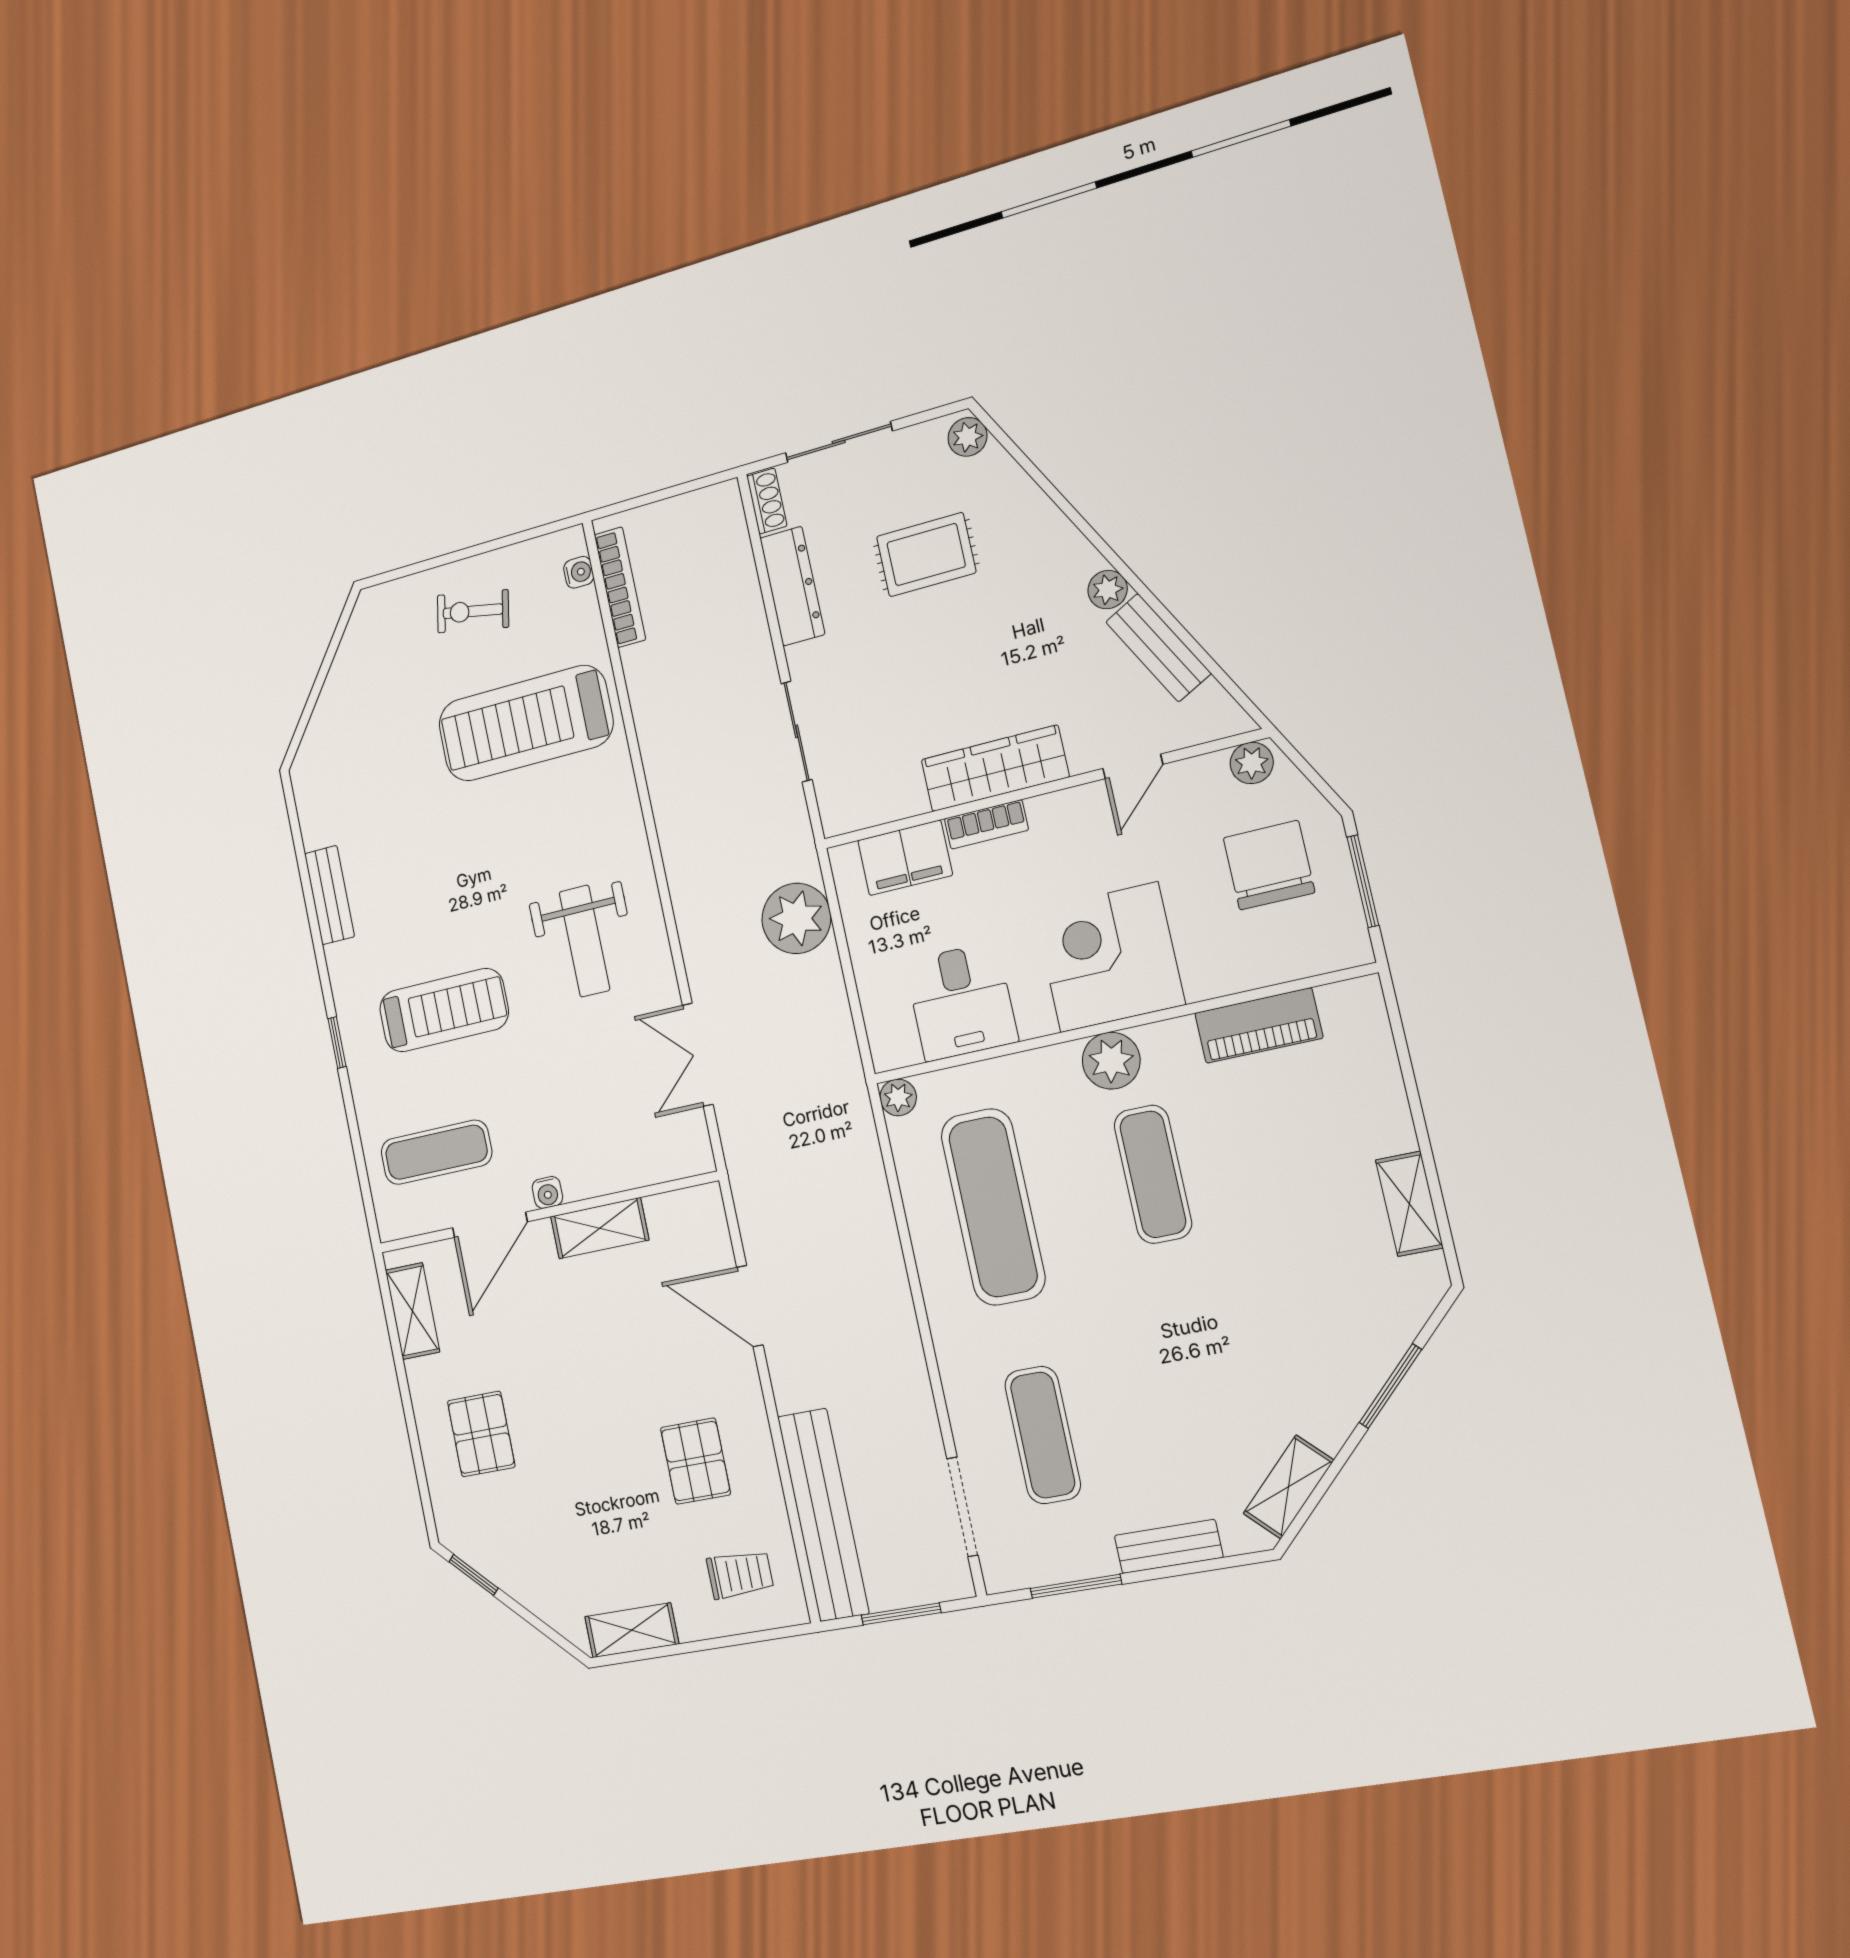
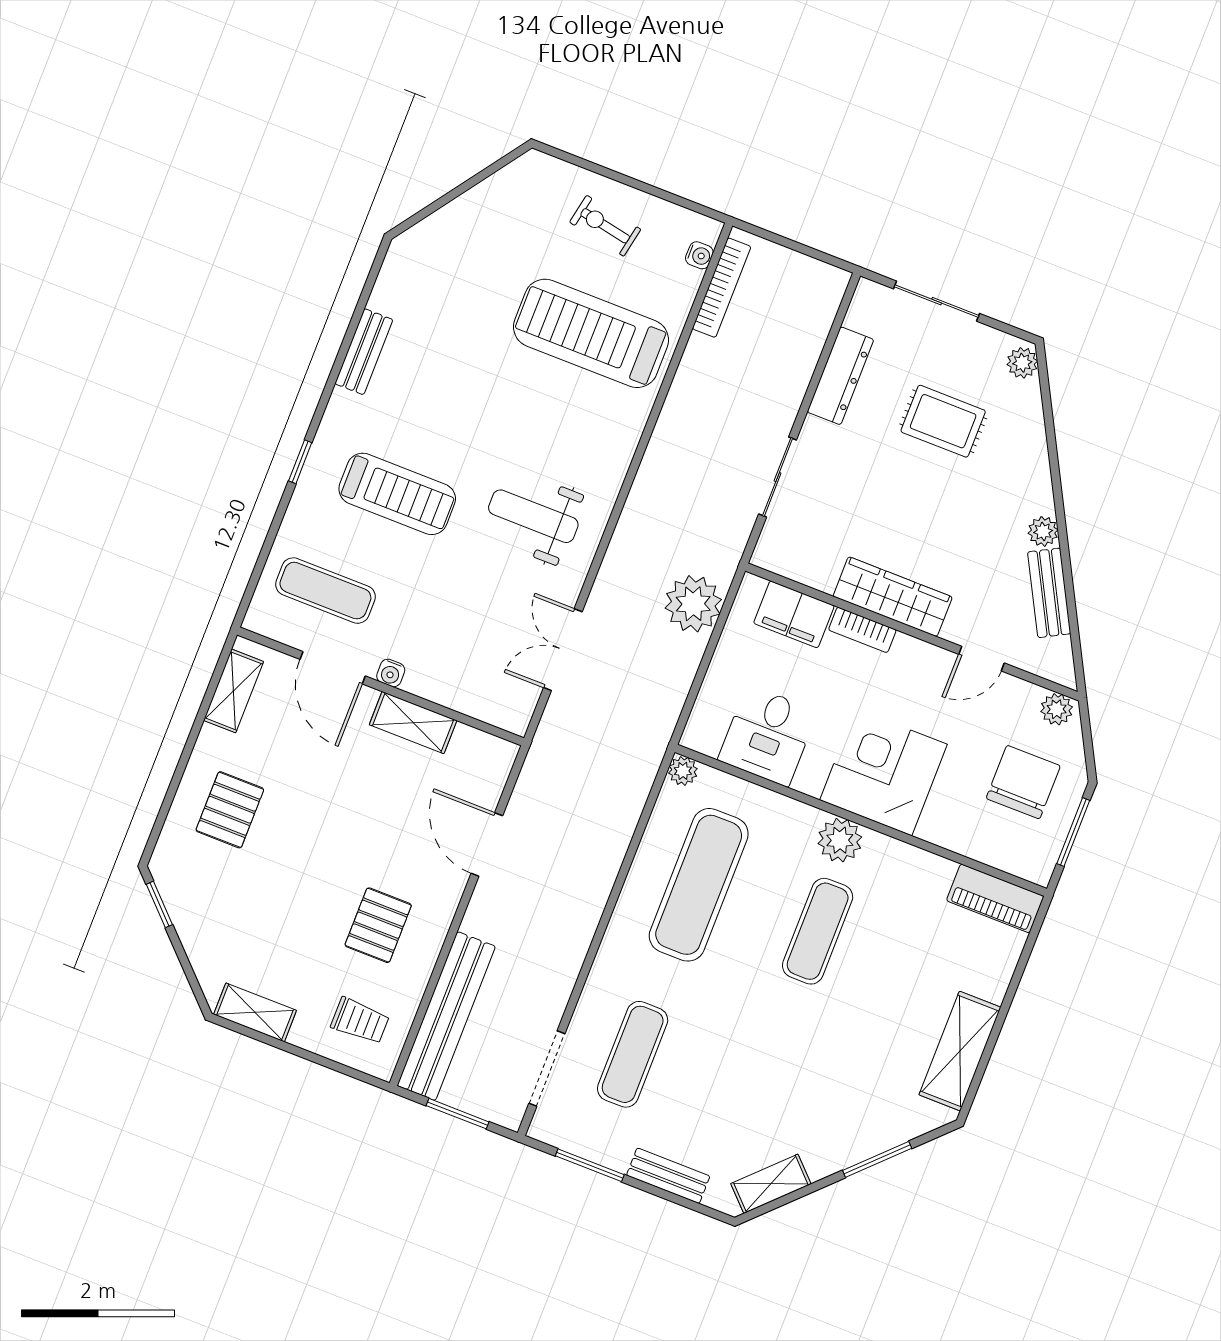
shoe rack: (767, 501) -> (862, 305), removed
weight bench: (584, 941) -> (533, 516), turned 90
piano: (1259, 1026) -> (995, 898), moved
shelving: (1409, 1204) -> (960, 1051), width x1.50, depth x1.33
door: (490, 1225) -> (333, 668), hinge flipped

